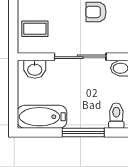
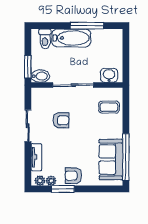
bathtub: (42, 117) -> (71, 38), moved
window: (83, 132) -> (87, 26), moved

